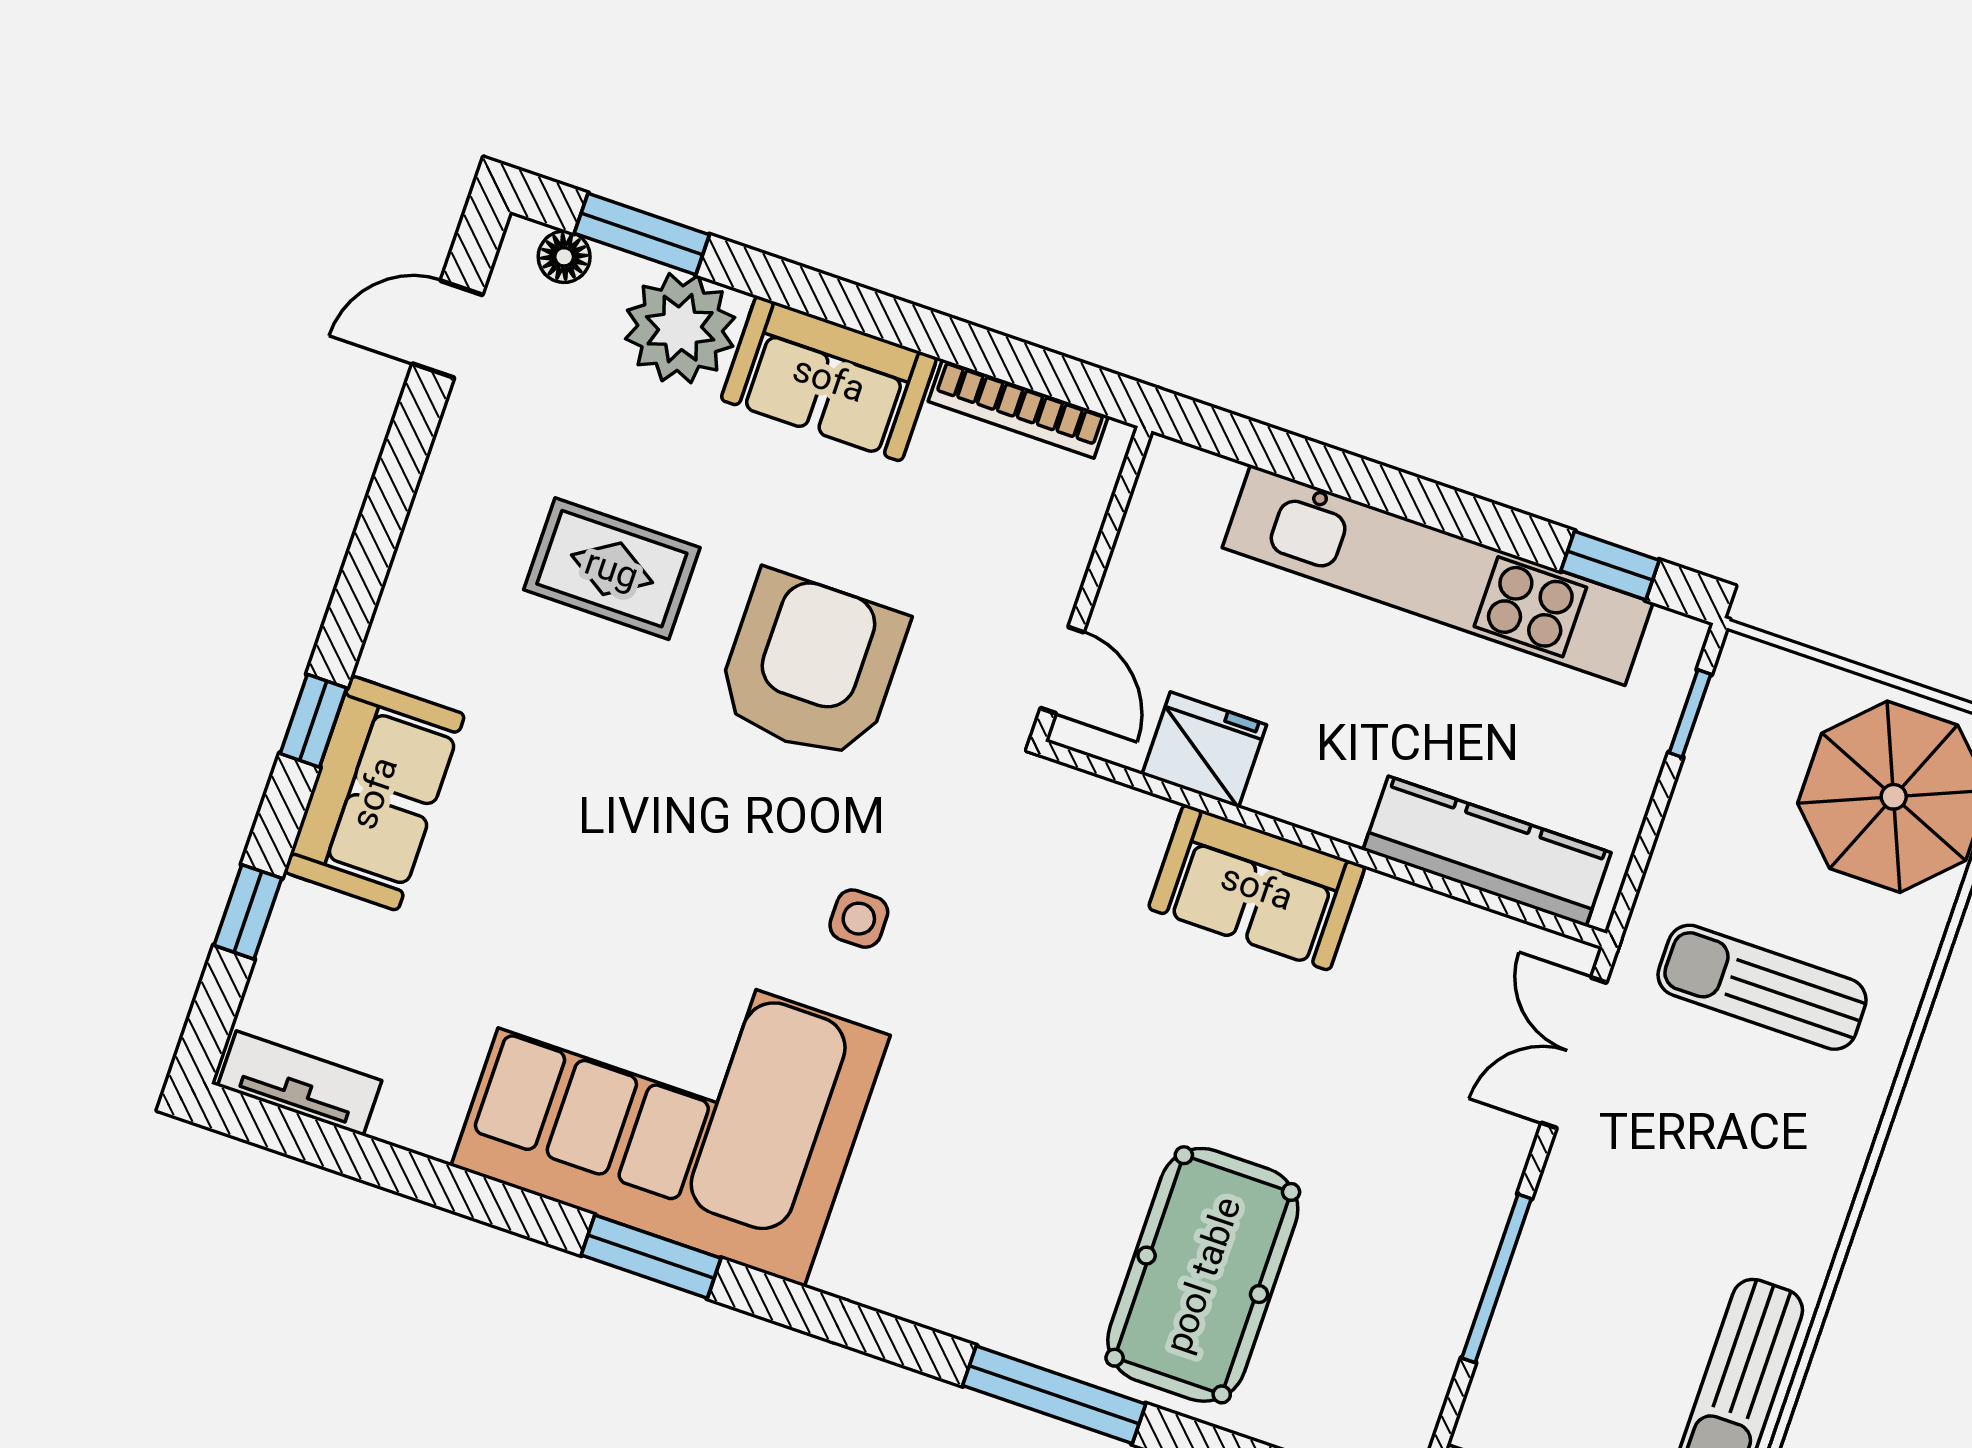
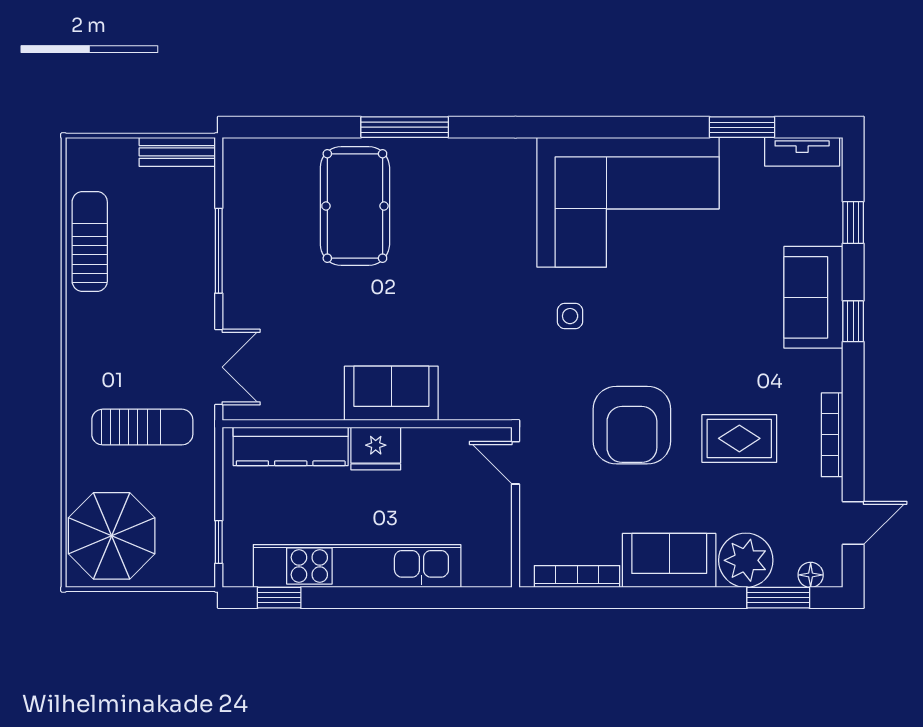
bookcase: (429, 514) -> (832, 435), added
fridge: (1204, 750) -> (376, 449), moved
window: (651, 1257) -> (742, 127), moved

